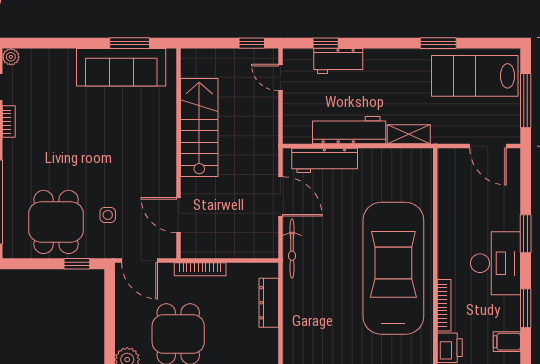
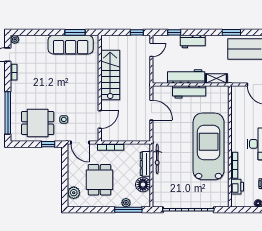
workbench: (338, 61) -> (193, 41), moved
door: (280, 78) -> (151, 50), swing flipped
workbench: (325, 160) -> (189, 92), moved
door: (179, 215) -> (100, 119), swing flipped
dining table: (56, 222) -> (38, 123), turned 90
bicycle: (292, 249) -> (157, 159), moved
floor lamp: (264, 343) -> (143, 185), added

